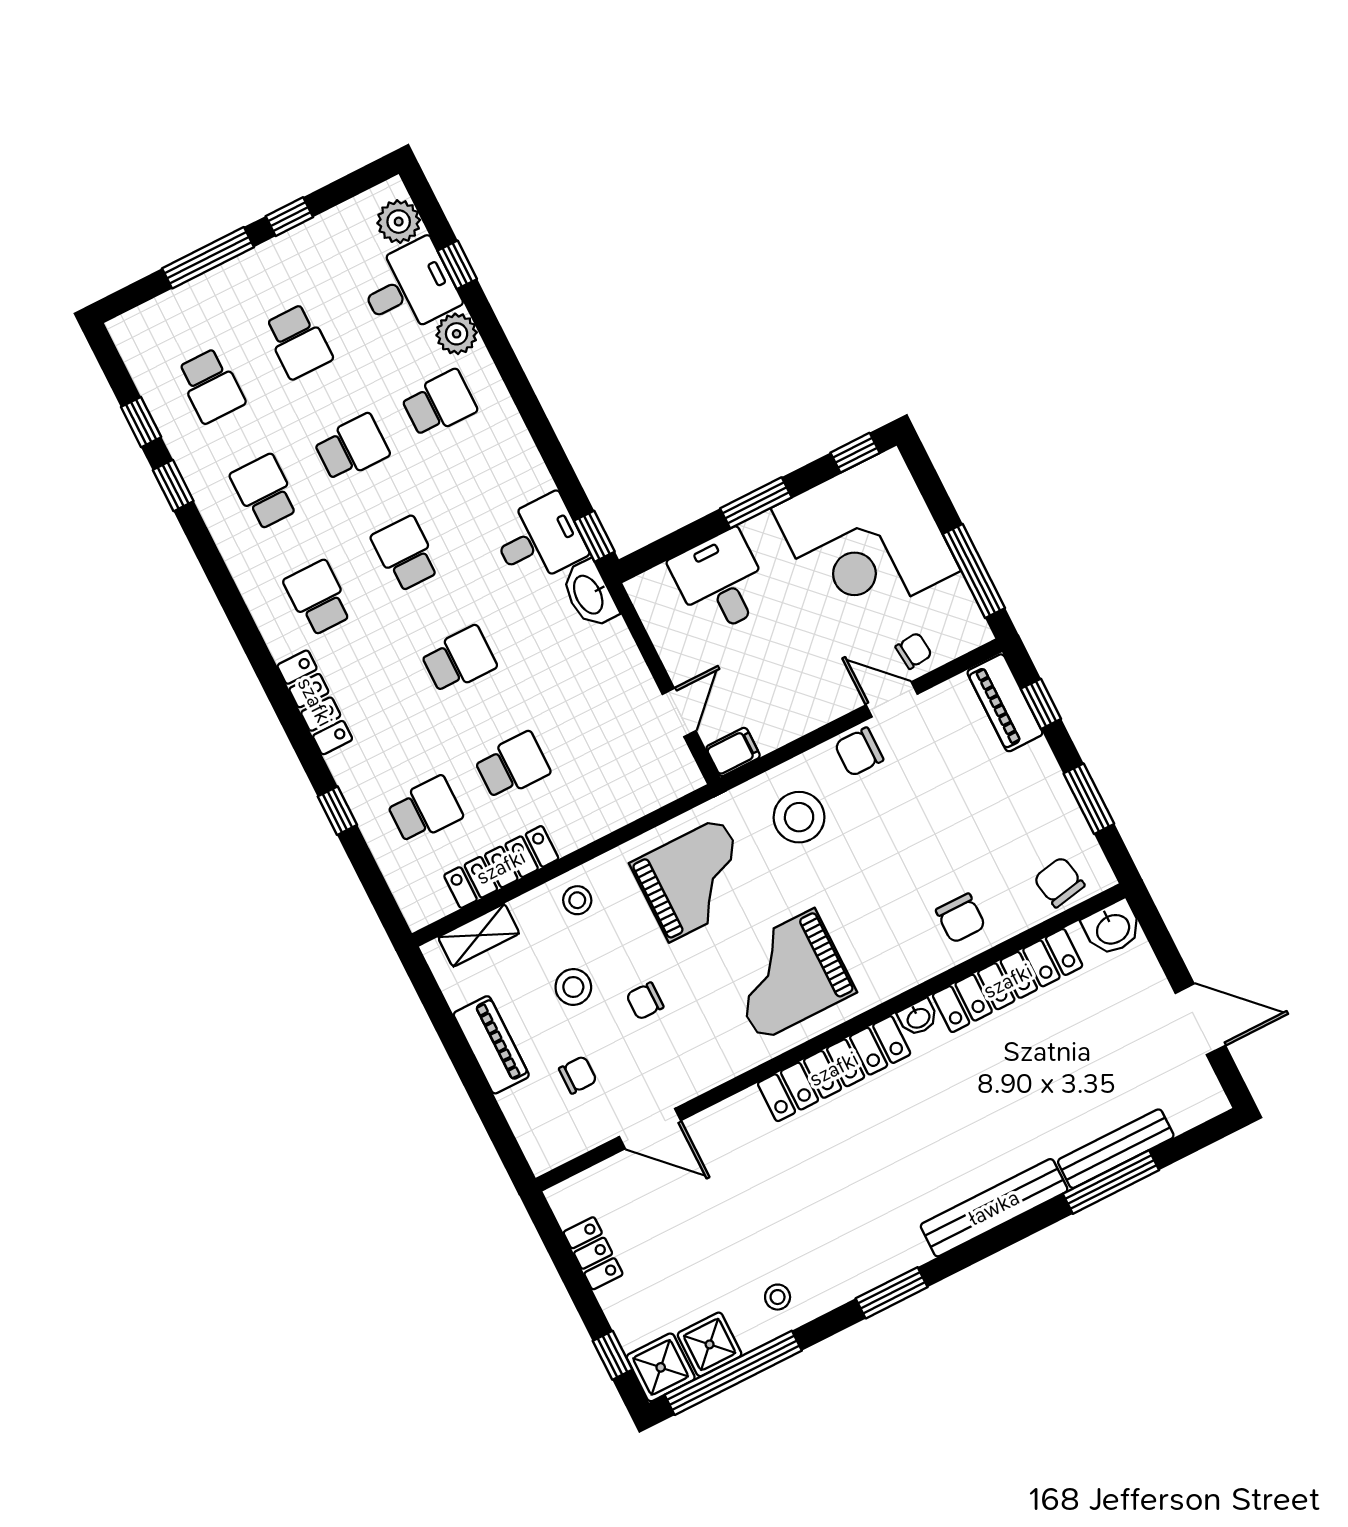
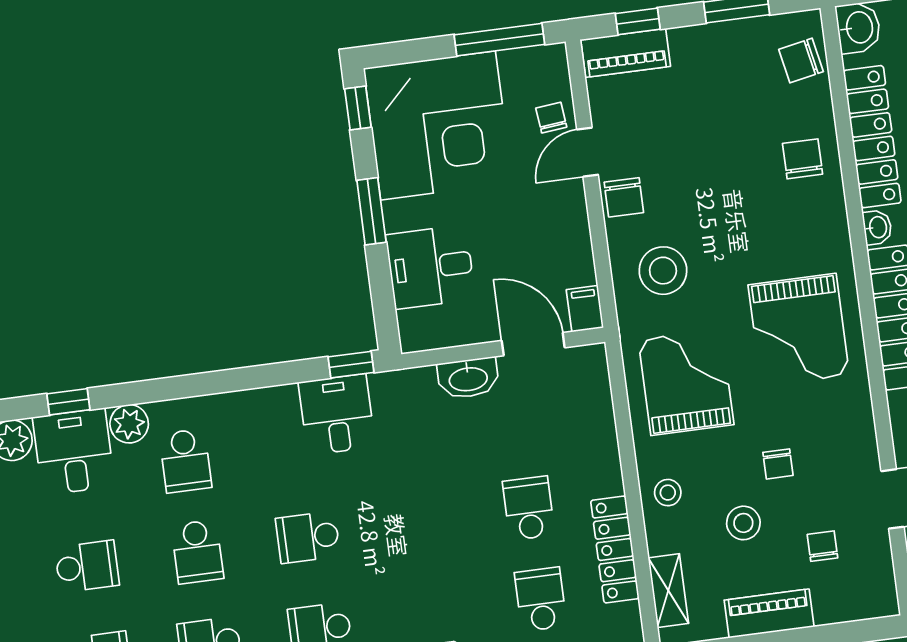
school desk: (439, 403) -> (185, 461), turned 180
school desk: (352, 448) -> (197, 552), turned 180
washbasin: (589, 594) -> (468, 378), moved
school desk: (459, 660) -> (418, 523), removed
door: (679, 712) -> (533, 344), width x1.38
chair: (961, 918) -> (803, 159), turned -90

